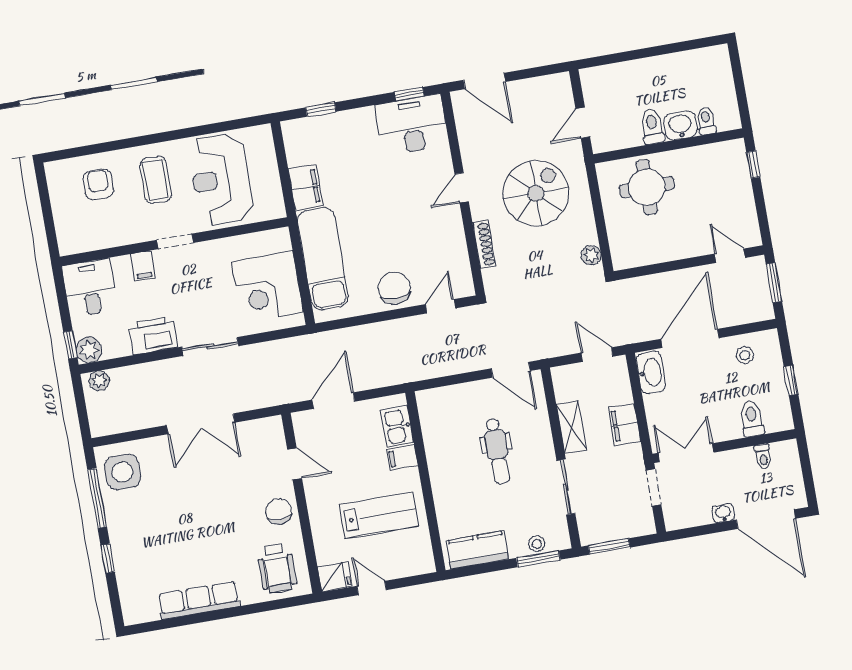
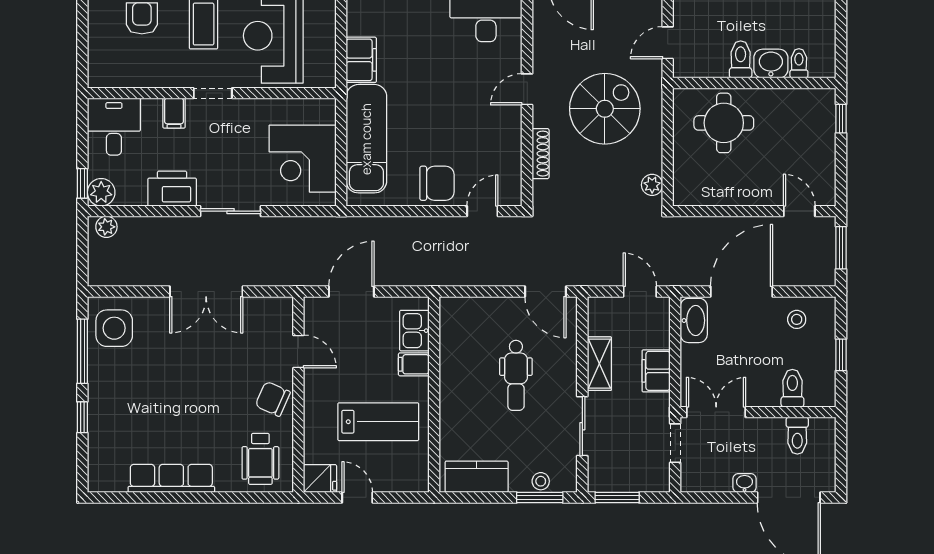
chair: (394, 288) -> (437, 183), turned 90
toilet: (763, 456) -> (797, 436), width x1.37, depth x1.39
chair: (279, 511) -> (273, 399), turned -66

